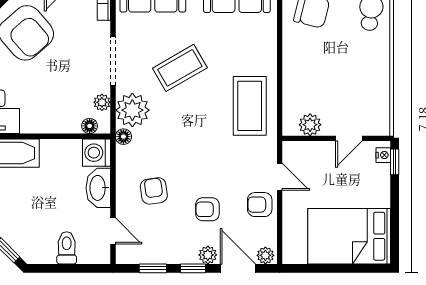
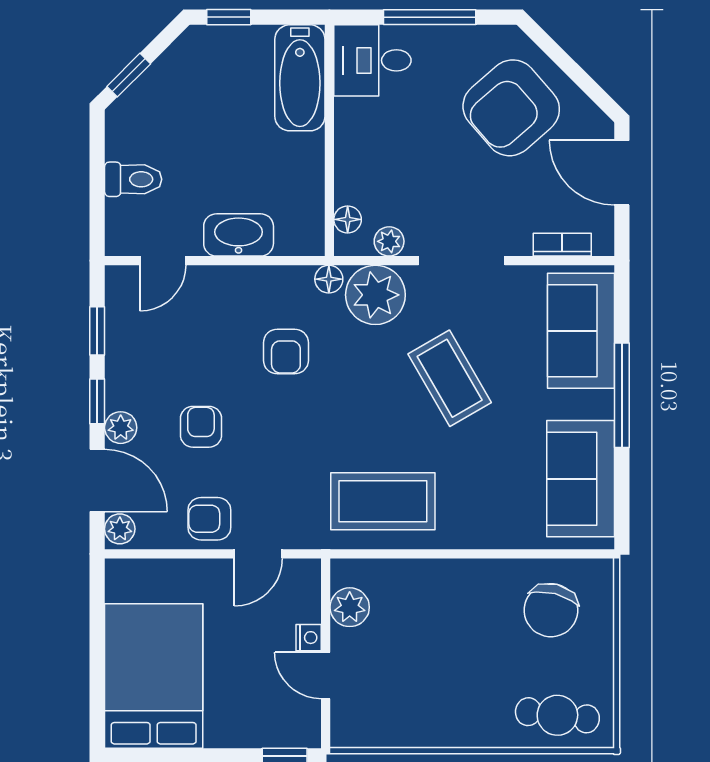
washing machine: (97, 153) -> (301, 232), removed
nightstand: (383, 155) -> (309, 638), moved, turned -90
armchair: (154, 191) -> (286, 352), moved, turned 98
armchair: (260, 205) -> (209, 519), turned -90
door: (238, 268) -> (97, 480), hinge flipped

